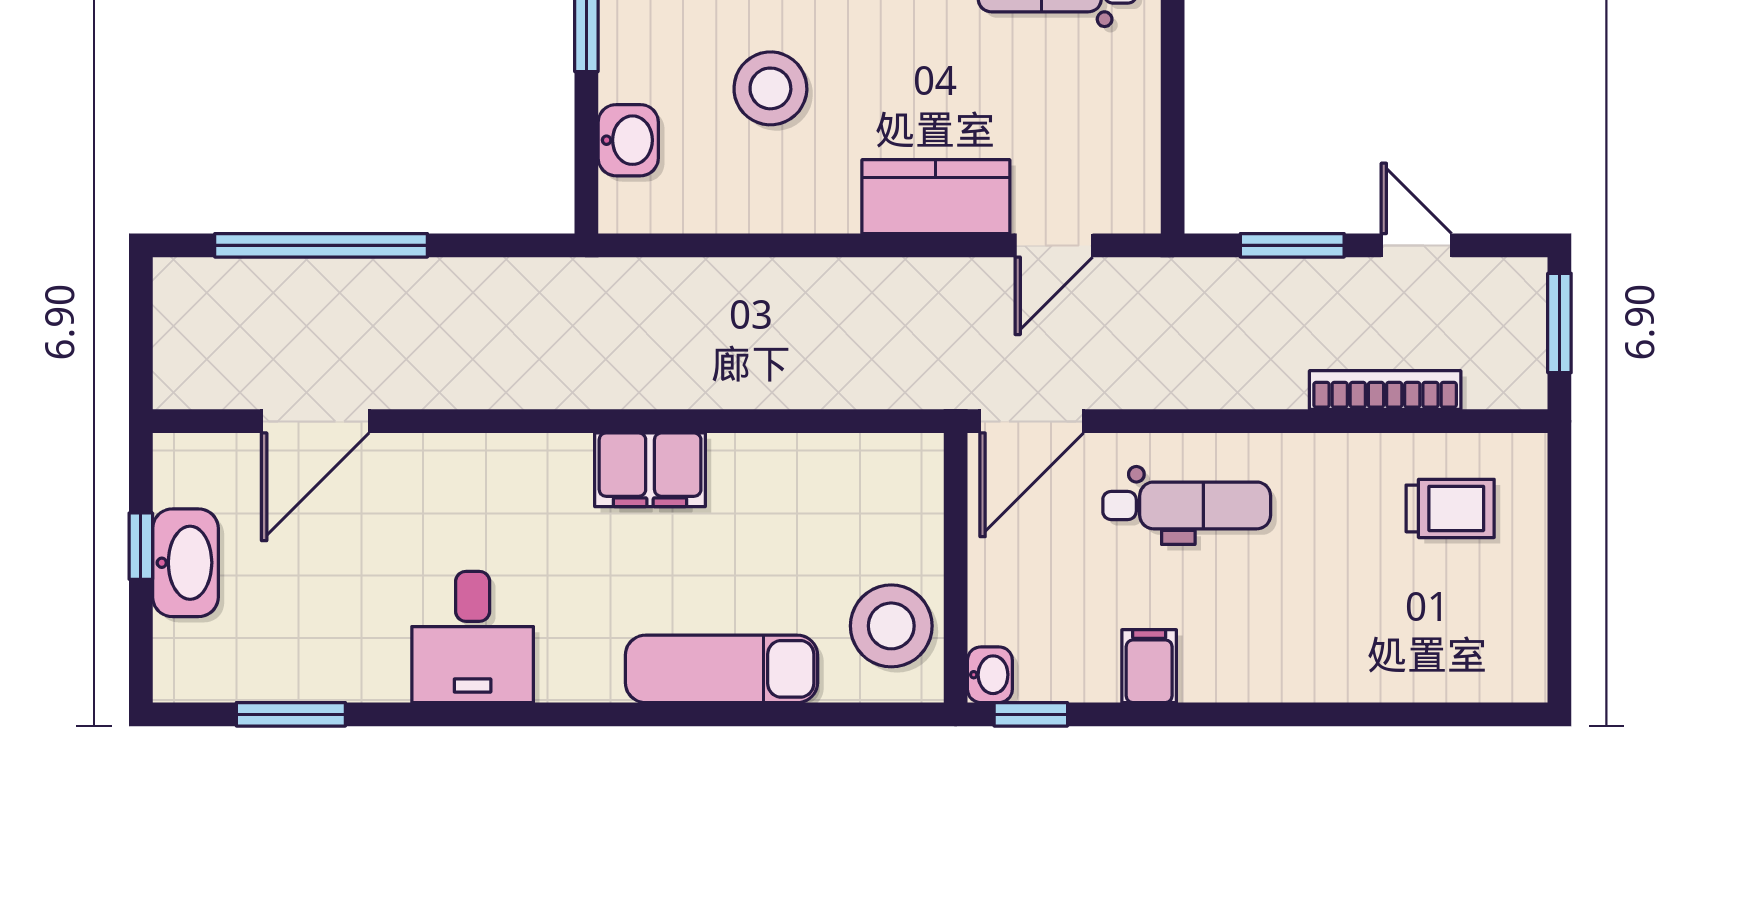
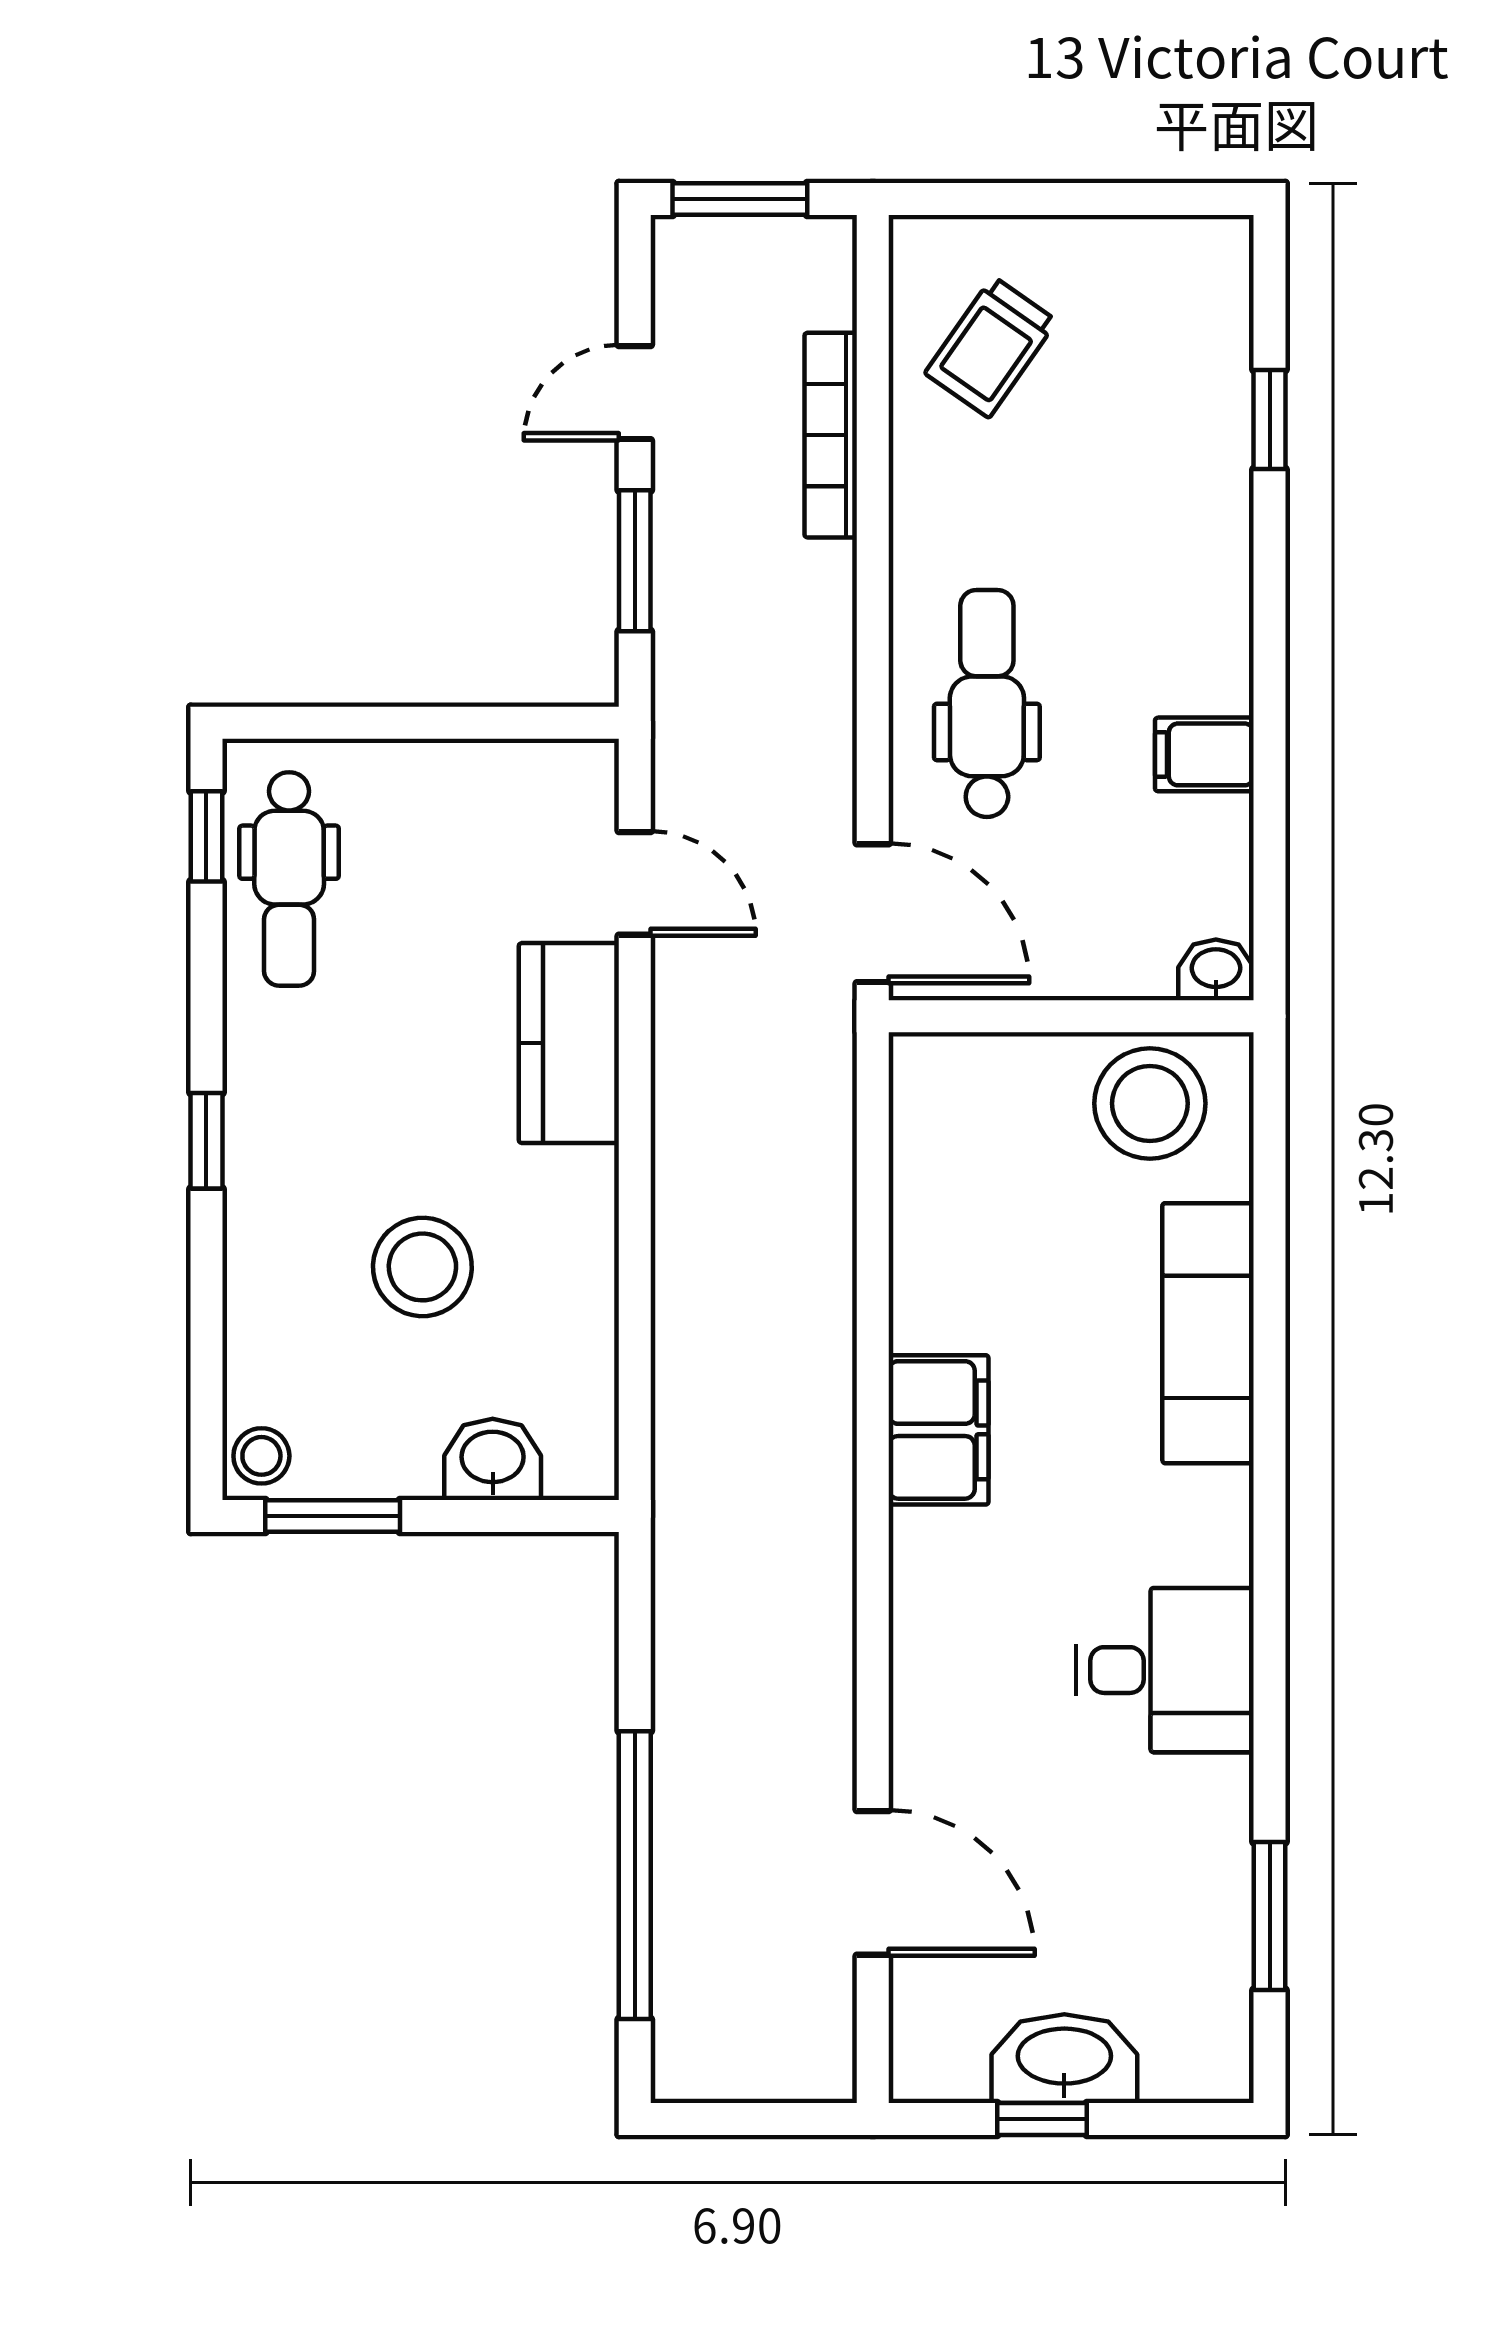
trolley: (1450, 508) -> (991, 347), turned -145
window: (1031, 714) -> (1270, 419), moved

